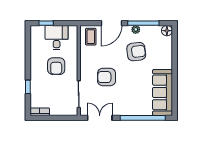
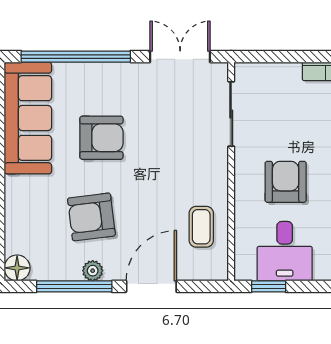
window: (46, 23) -> (269, 286), moved
coffee table: (91, 37) -> (201, 227), moved
armchair: (107, 77) -> (101, 138), moved
double door: (100, 118) -> (180, 57), swing flipped

